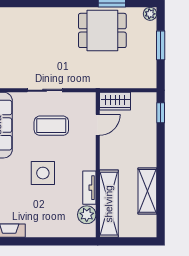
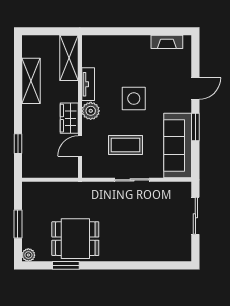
wardrobe: (115, 101) -> (69, 118), moved, turned -90
window: (161, 113) -> (18, 144), moved
shelving: (109, 204) -> (69, 58), width x0.68
plant: (87, 215) -> (91, 111), moved

